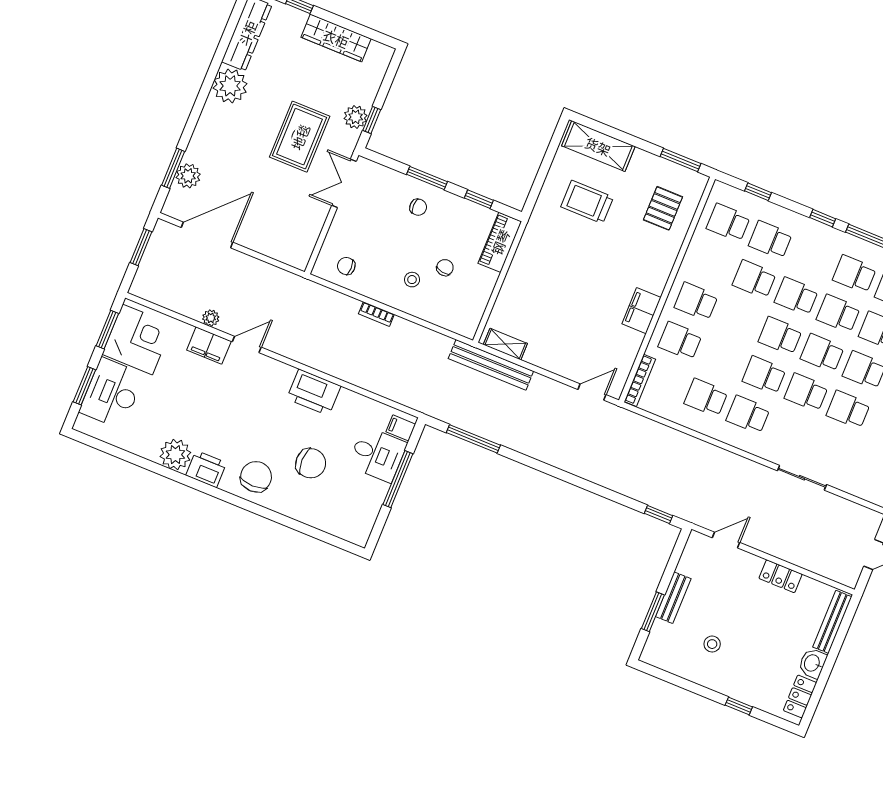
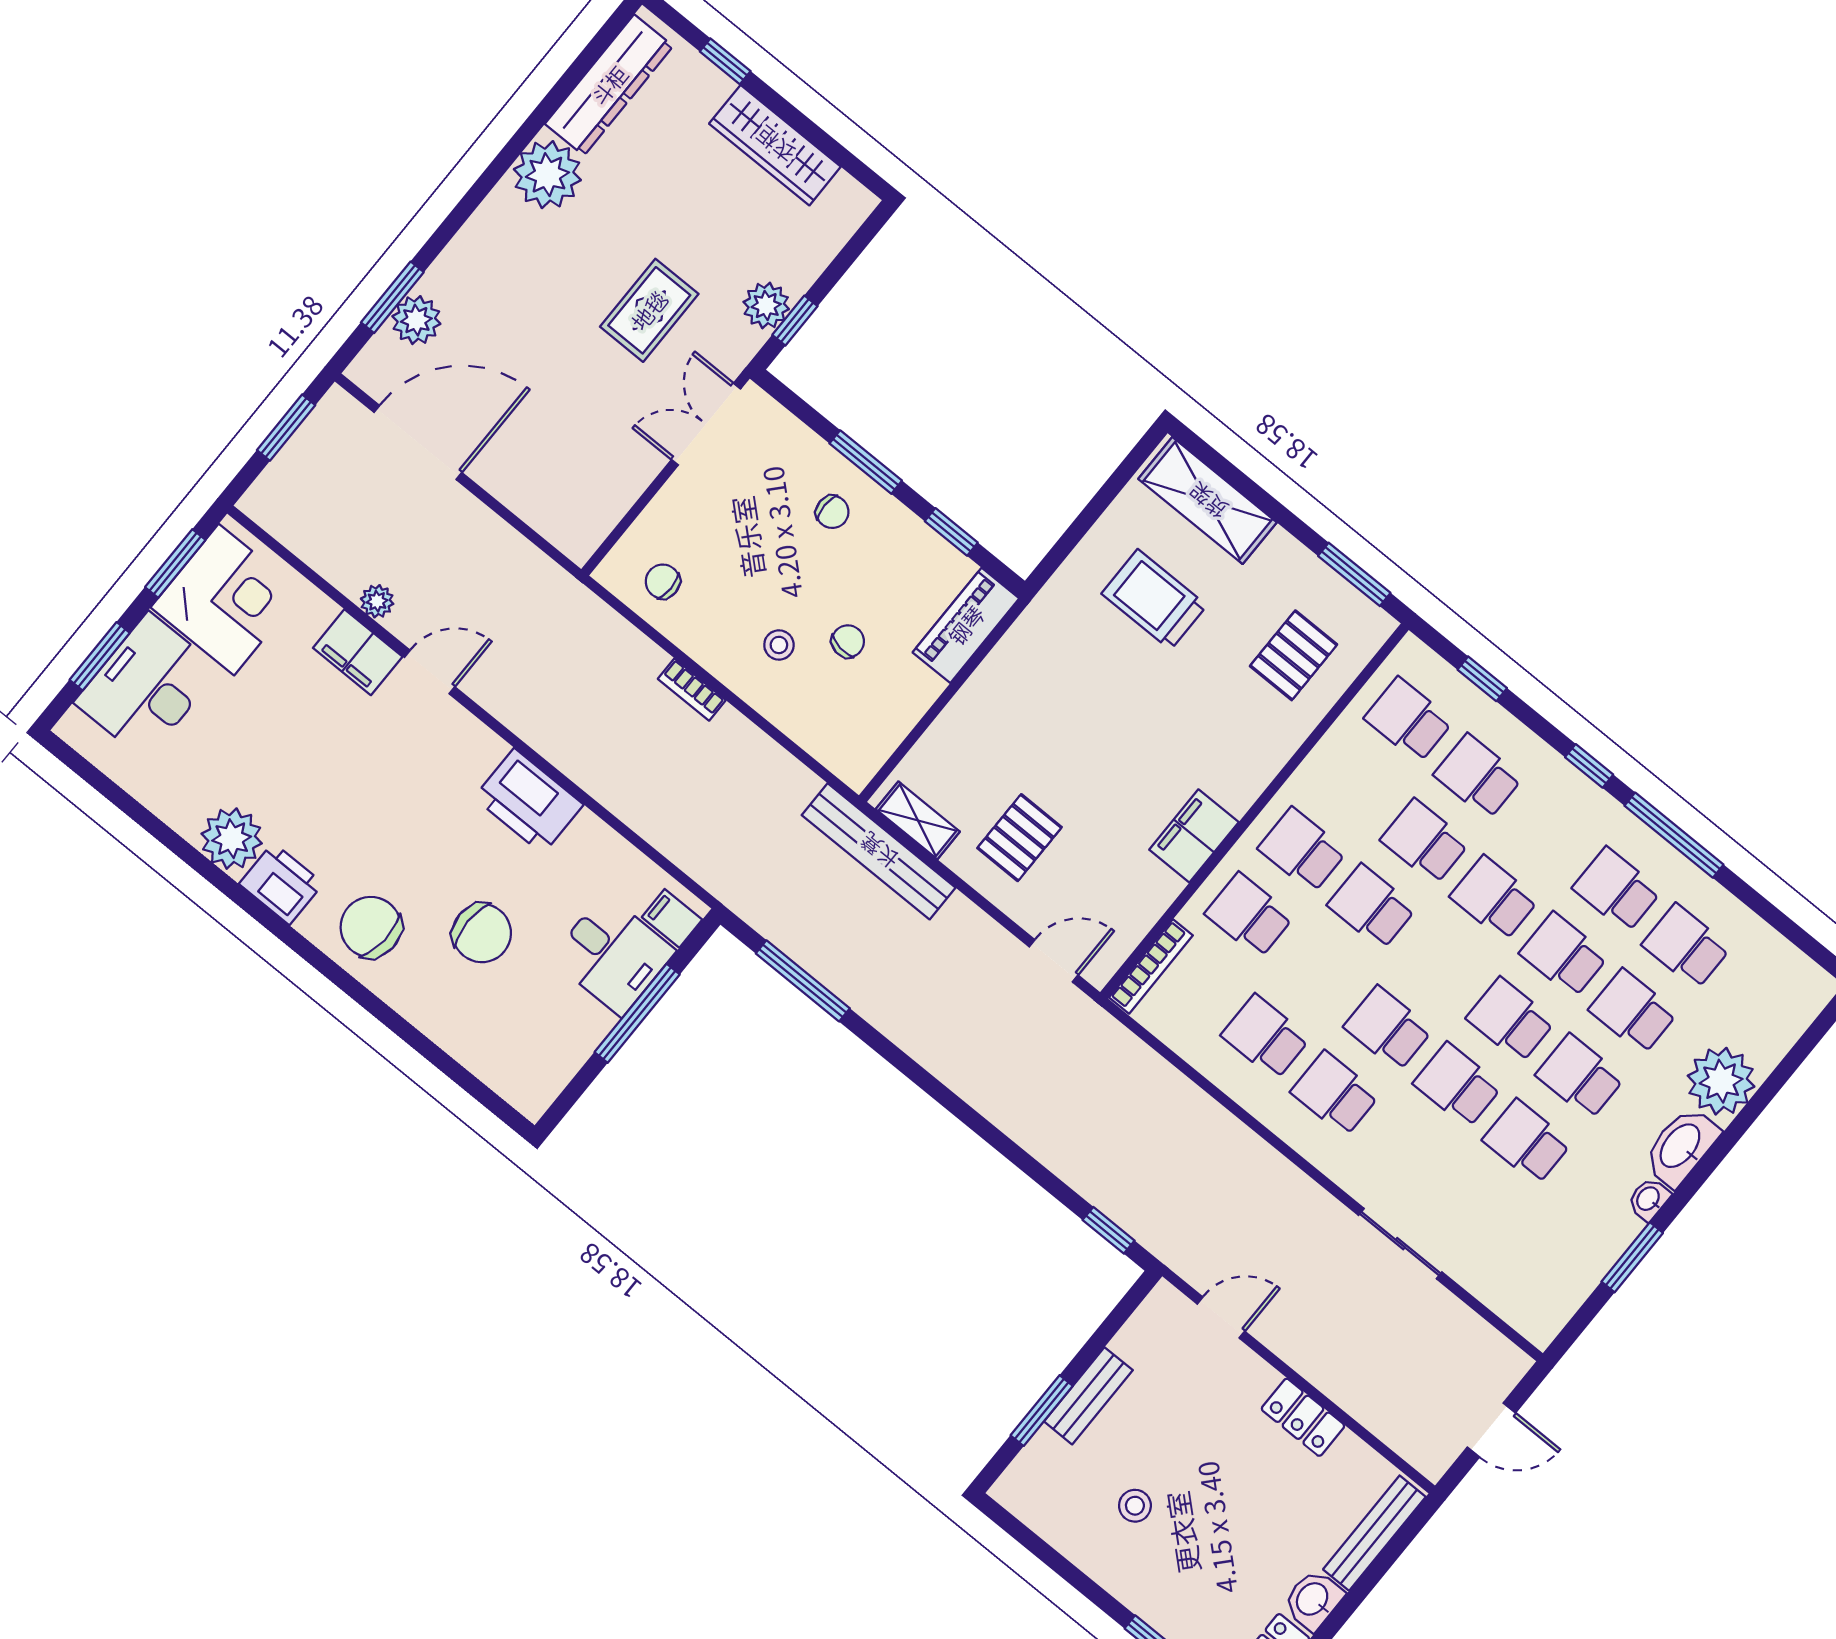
rug: (300, 137) -> (649, 310), width x0.73, depth x0.70
school desk: (780, 336) -> (1372, 907), moved
pallet: (557, 337) -> (1019, 838), added
chair: (256, 477) -> (371, 927), turned -86

